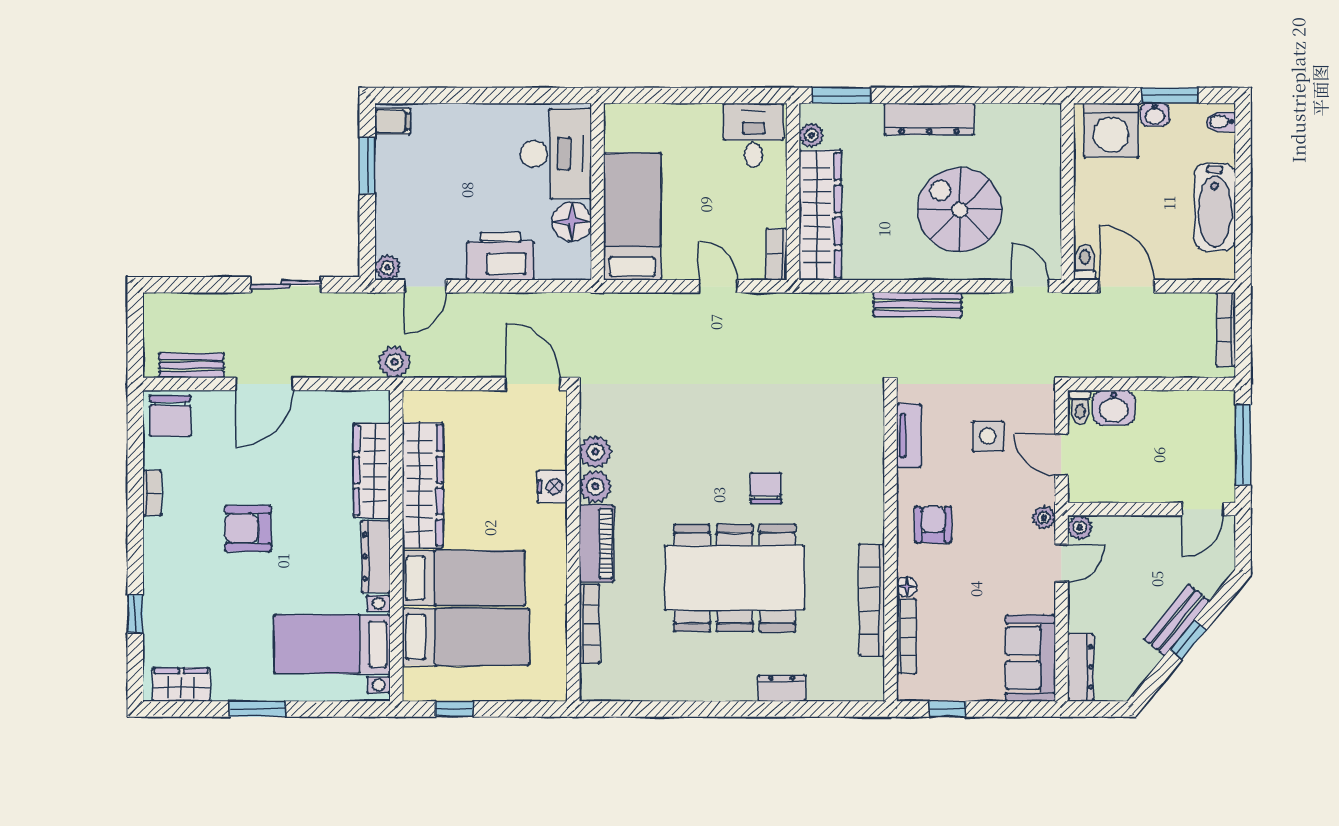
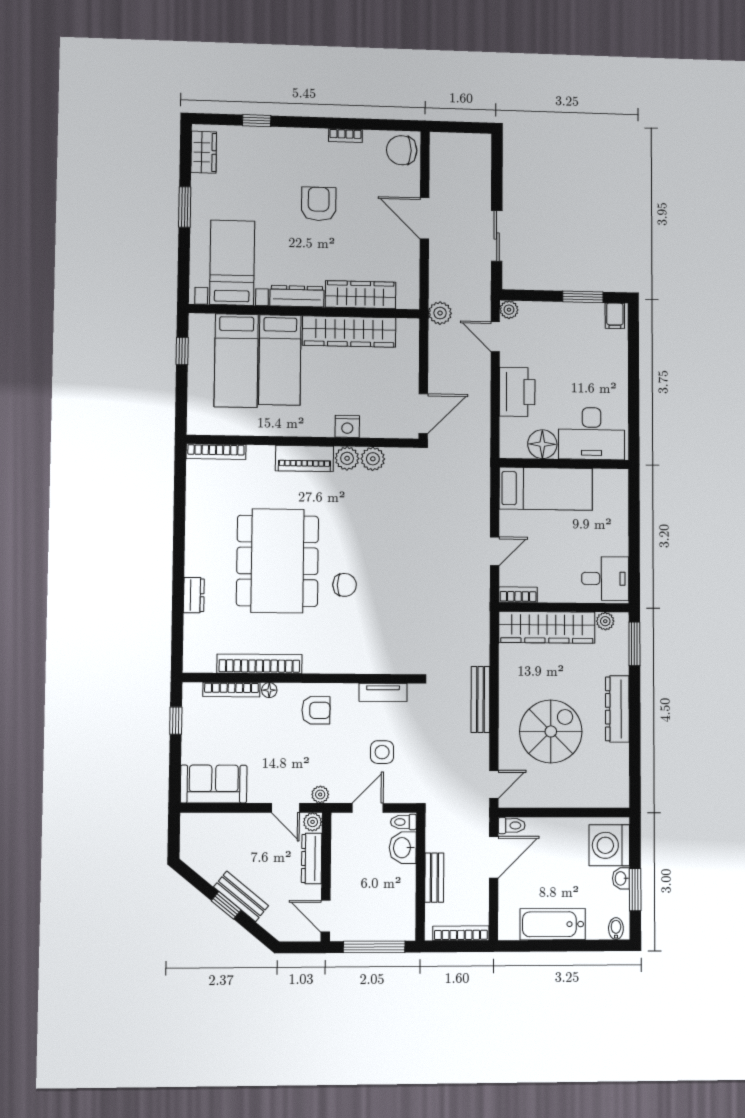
bench: (191, 365) -> (434, 878), moved
bookcase: (589, 624) -> (216, 452), moved
dresser: (1081, 667) -> (312, 859), moved, turned 90

